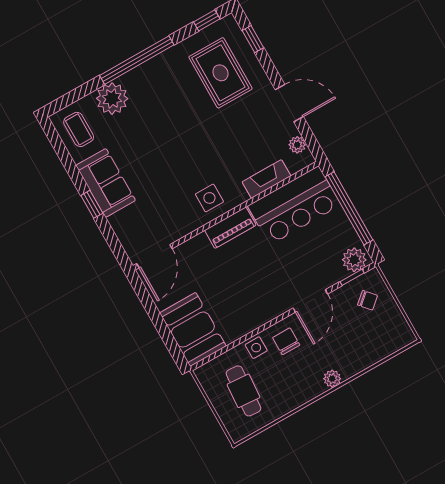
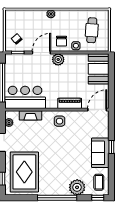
window: (207, 20) -> (98, 198), moved
rug: (220, 73) -> (24, 172), width x1.37, depth x1.44
piano: (230, 228) -> (70, 103), moved
plant: (354, 260) -> (58, 59), moved

